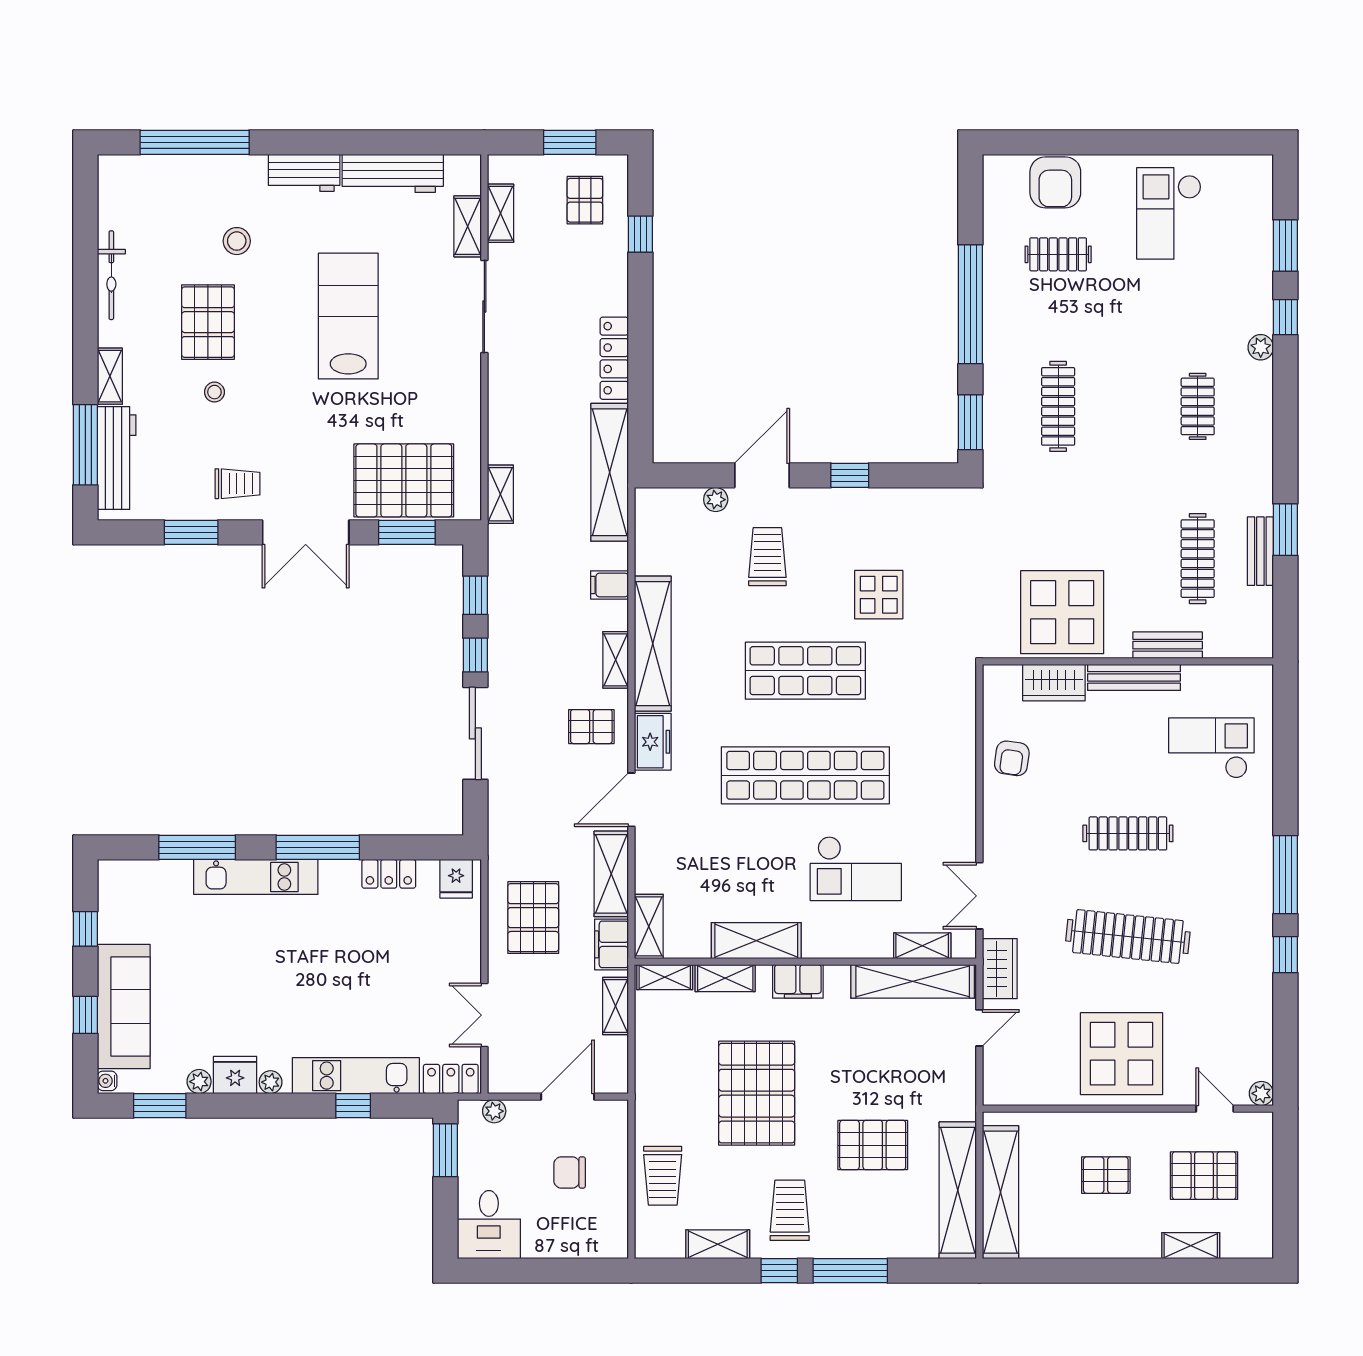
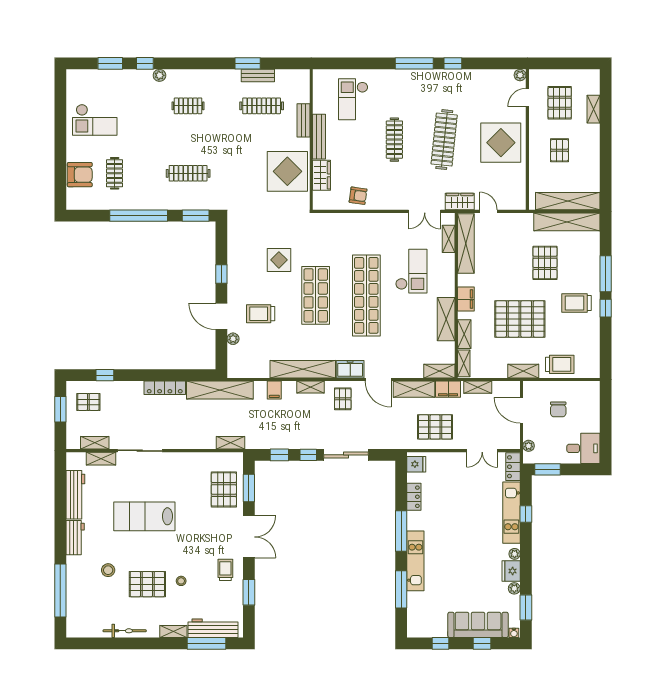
pallet: (404, 480) -> (224, 489), width x0.73, depth x0.71
shelving: (718, 1244) -> (523, 371), moved, turned 90

